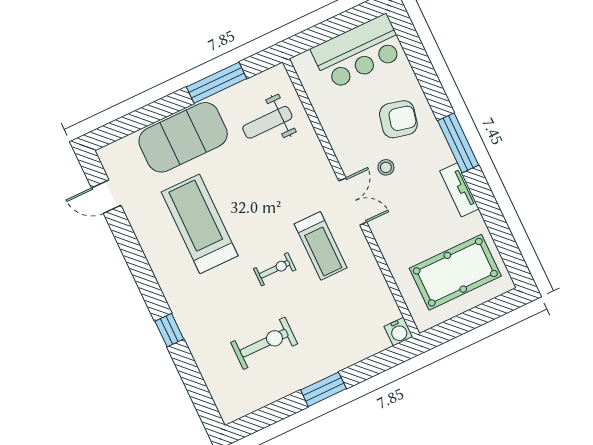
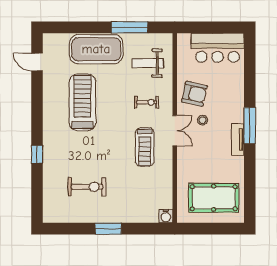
armchair: (398, 119) -> (194, 94), moved
tv unit: (459, 190) -> (238, 140), moved
exercise bike: (275, 269) -> (147, 102), moved

